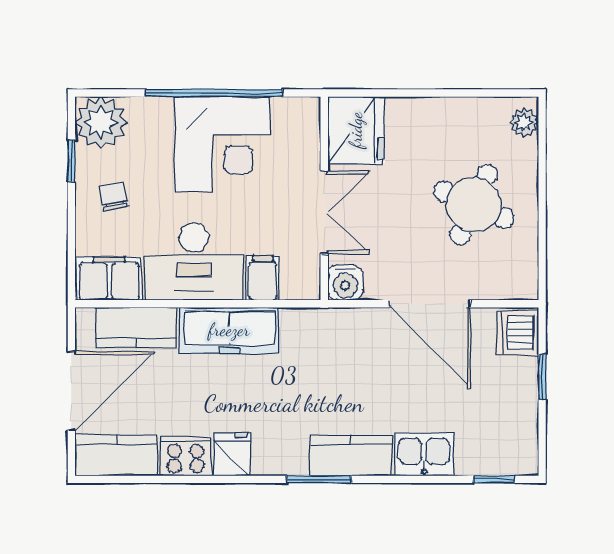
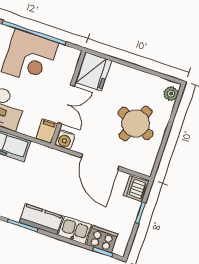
filing cabinet: (263, 278) -> (47, 131), moved
cooker: (484, 454) -> (102, 239), added

